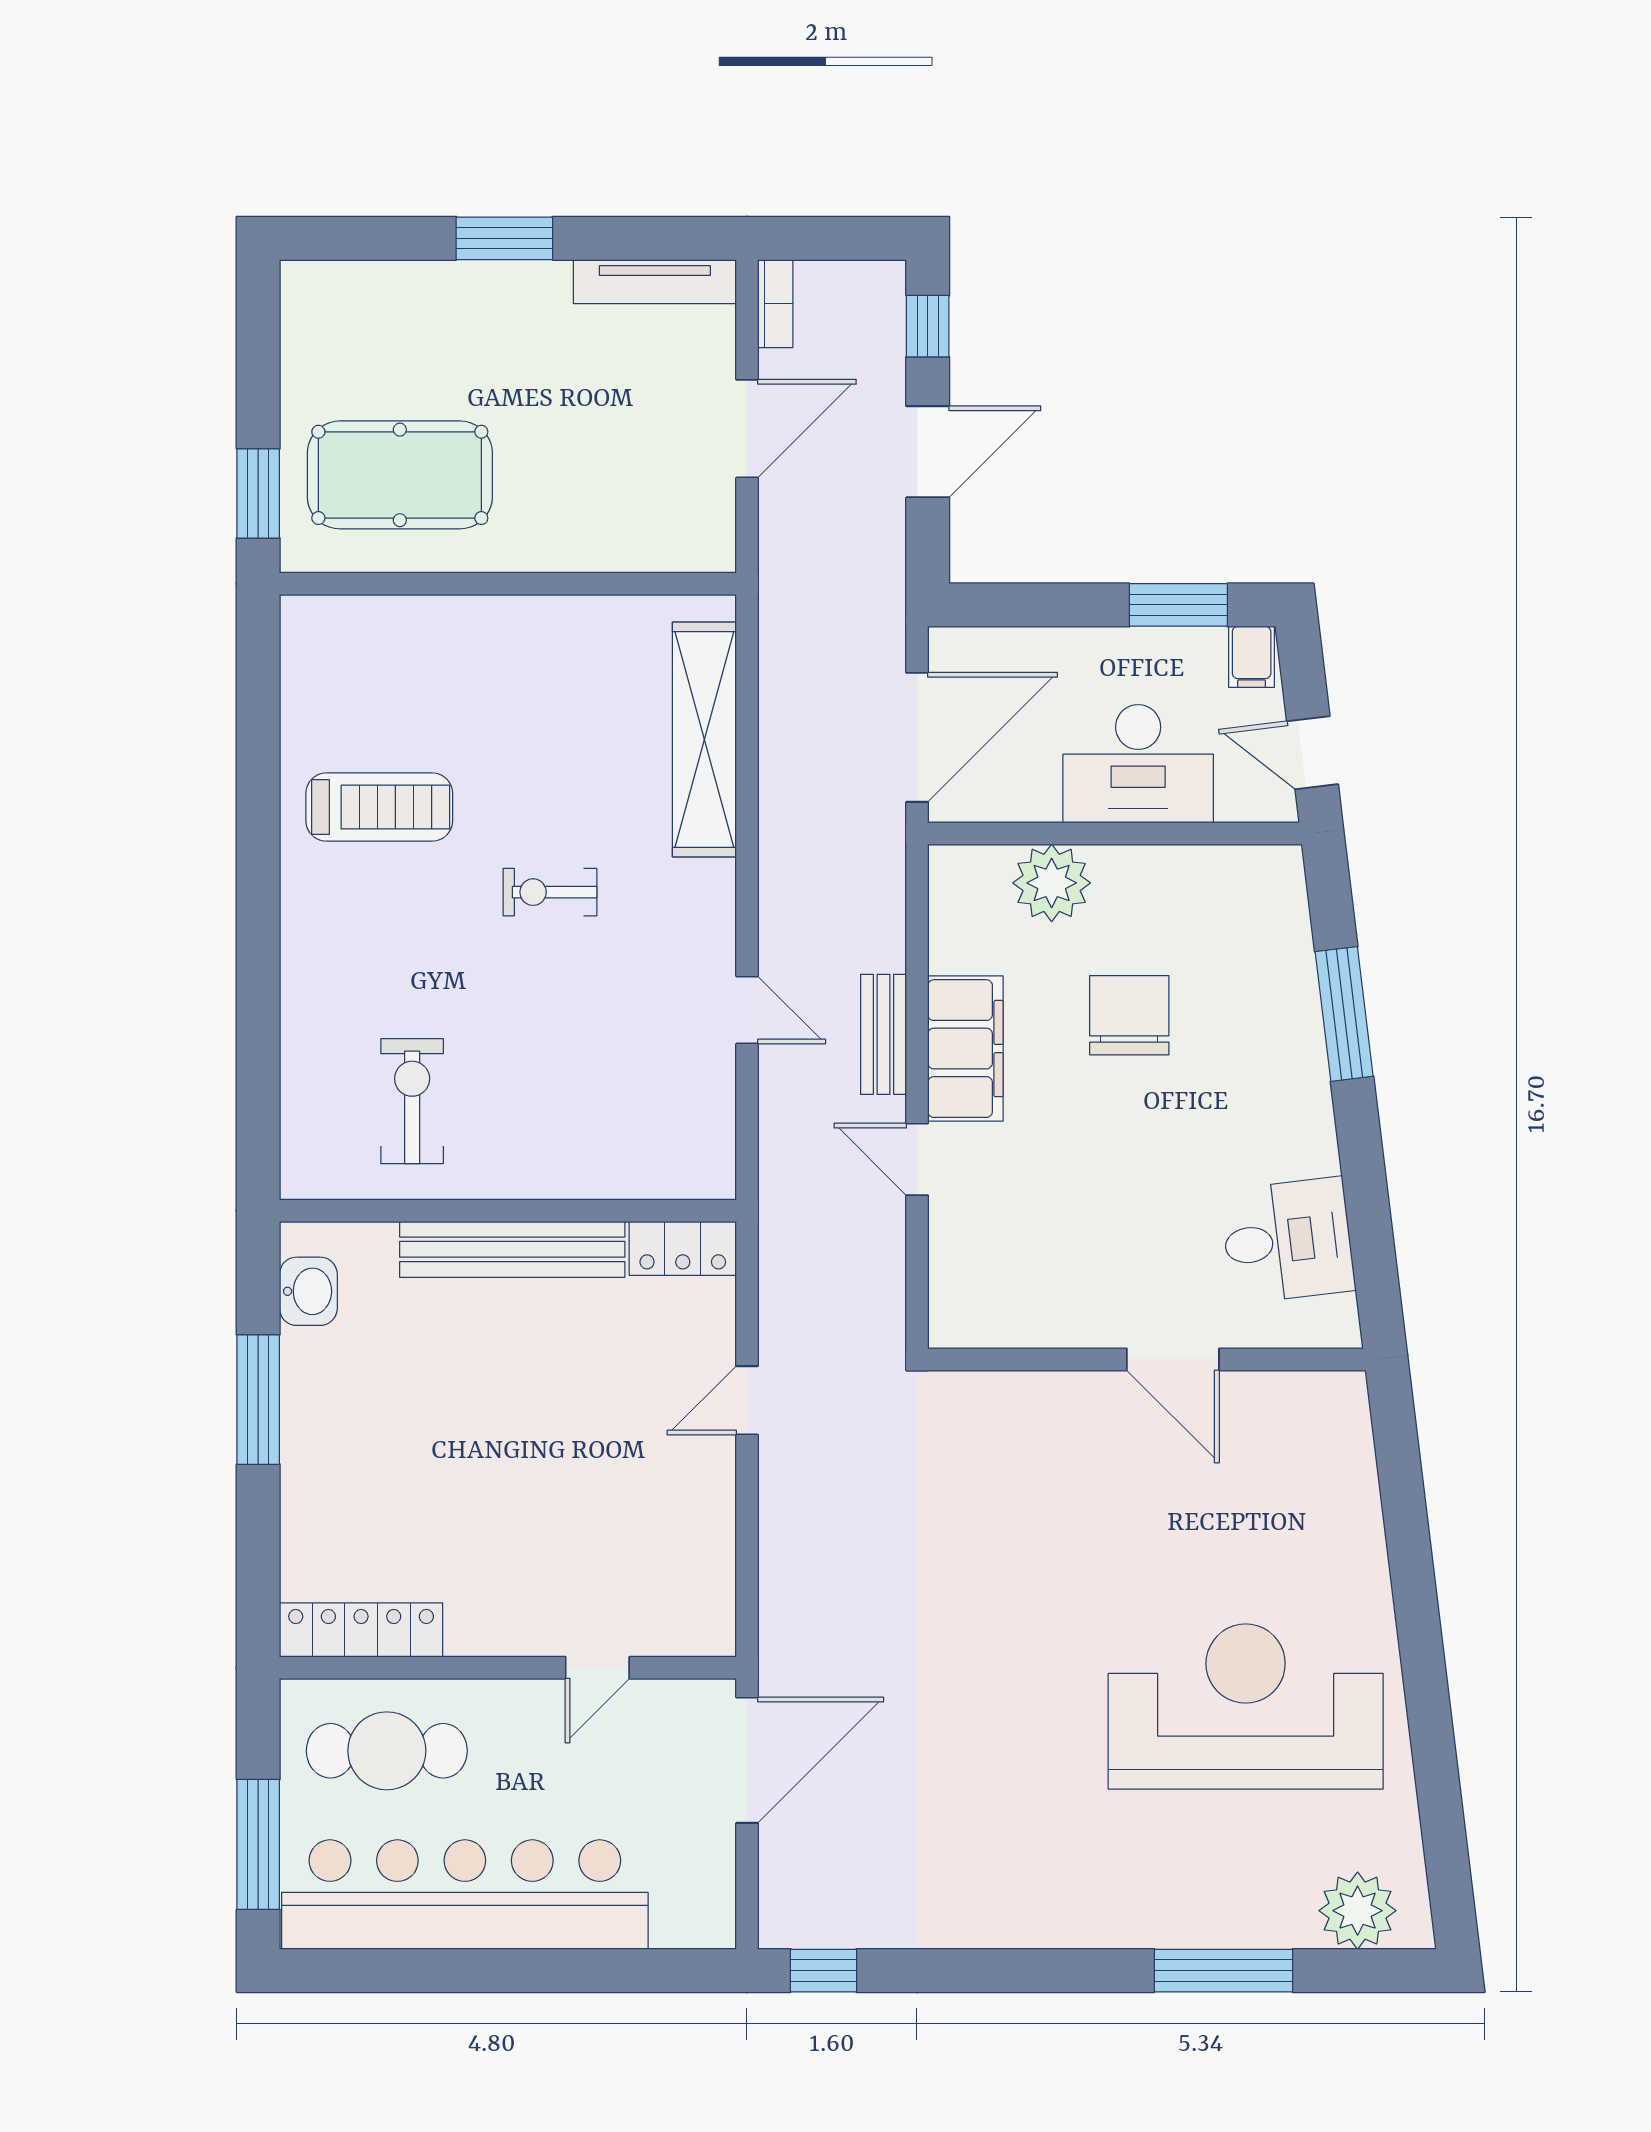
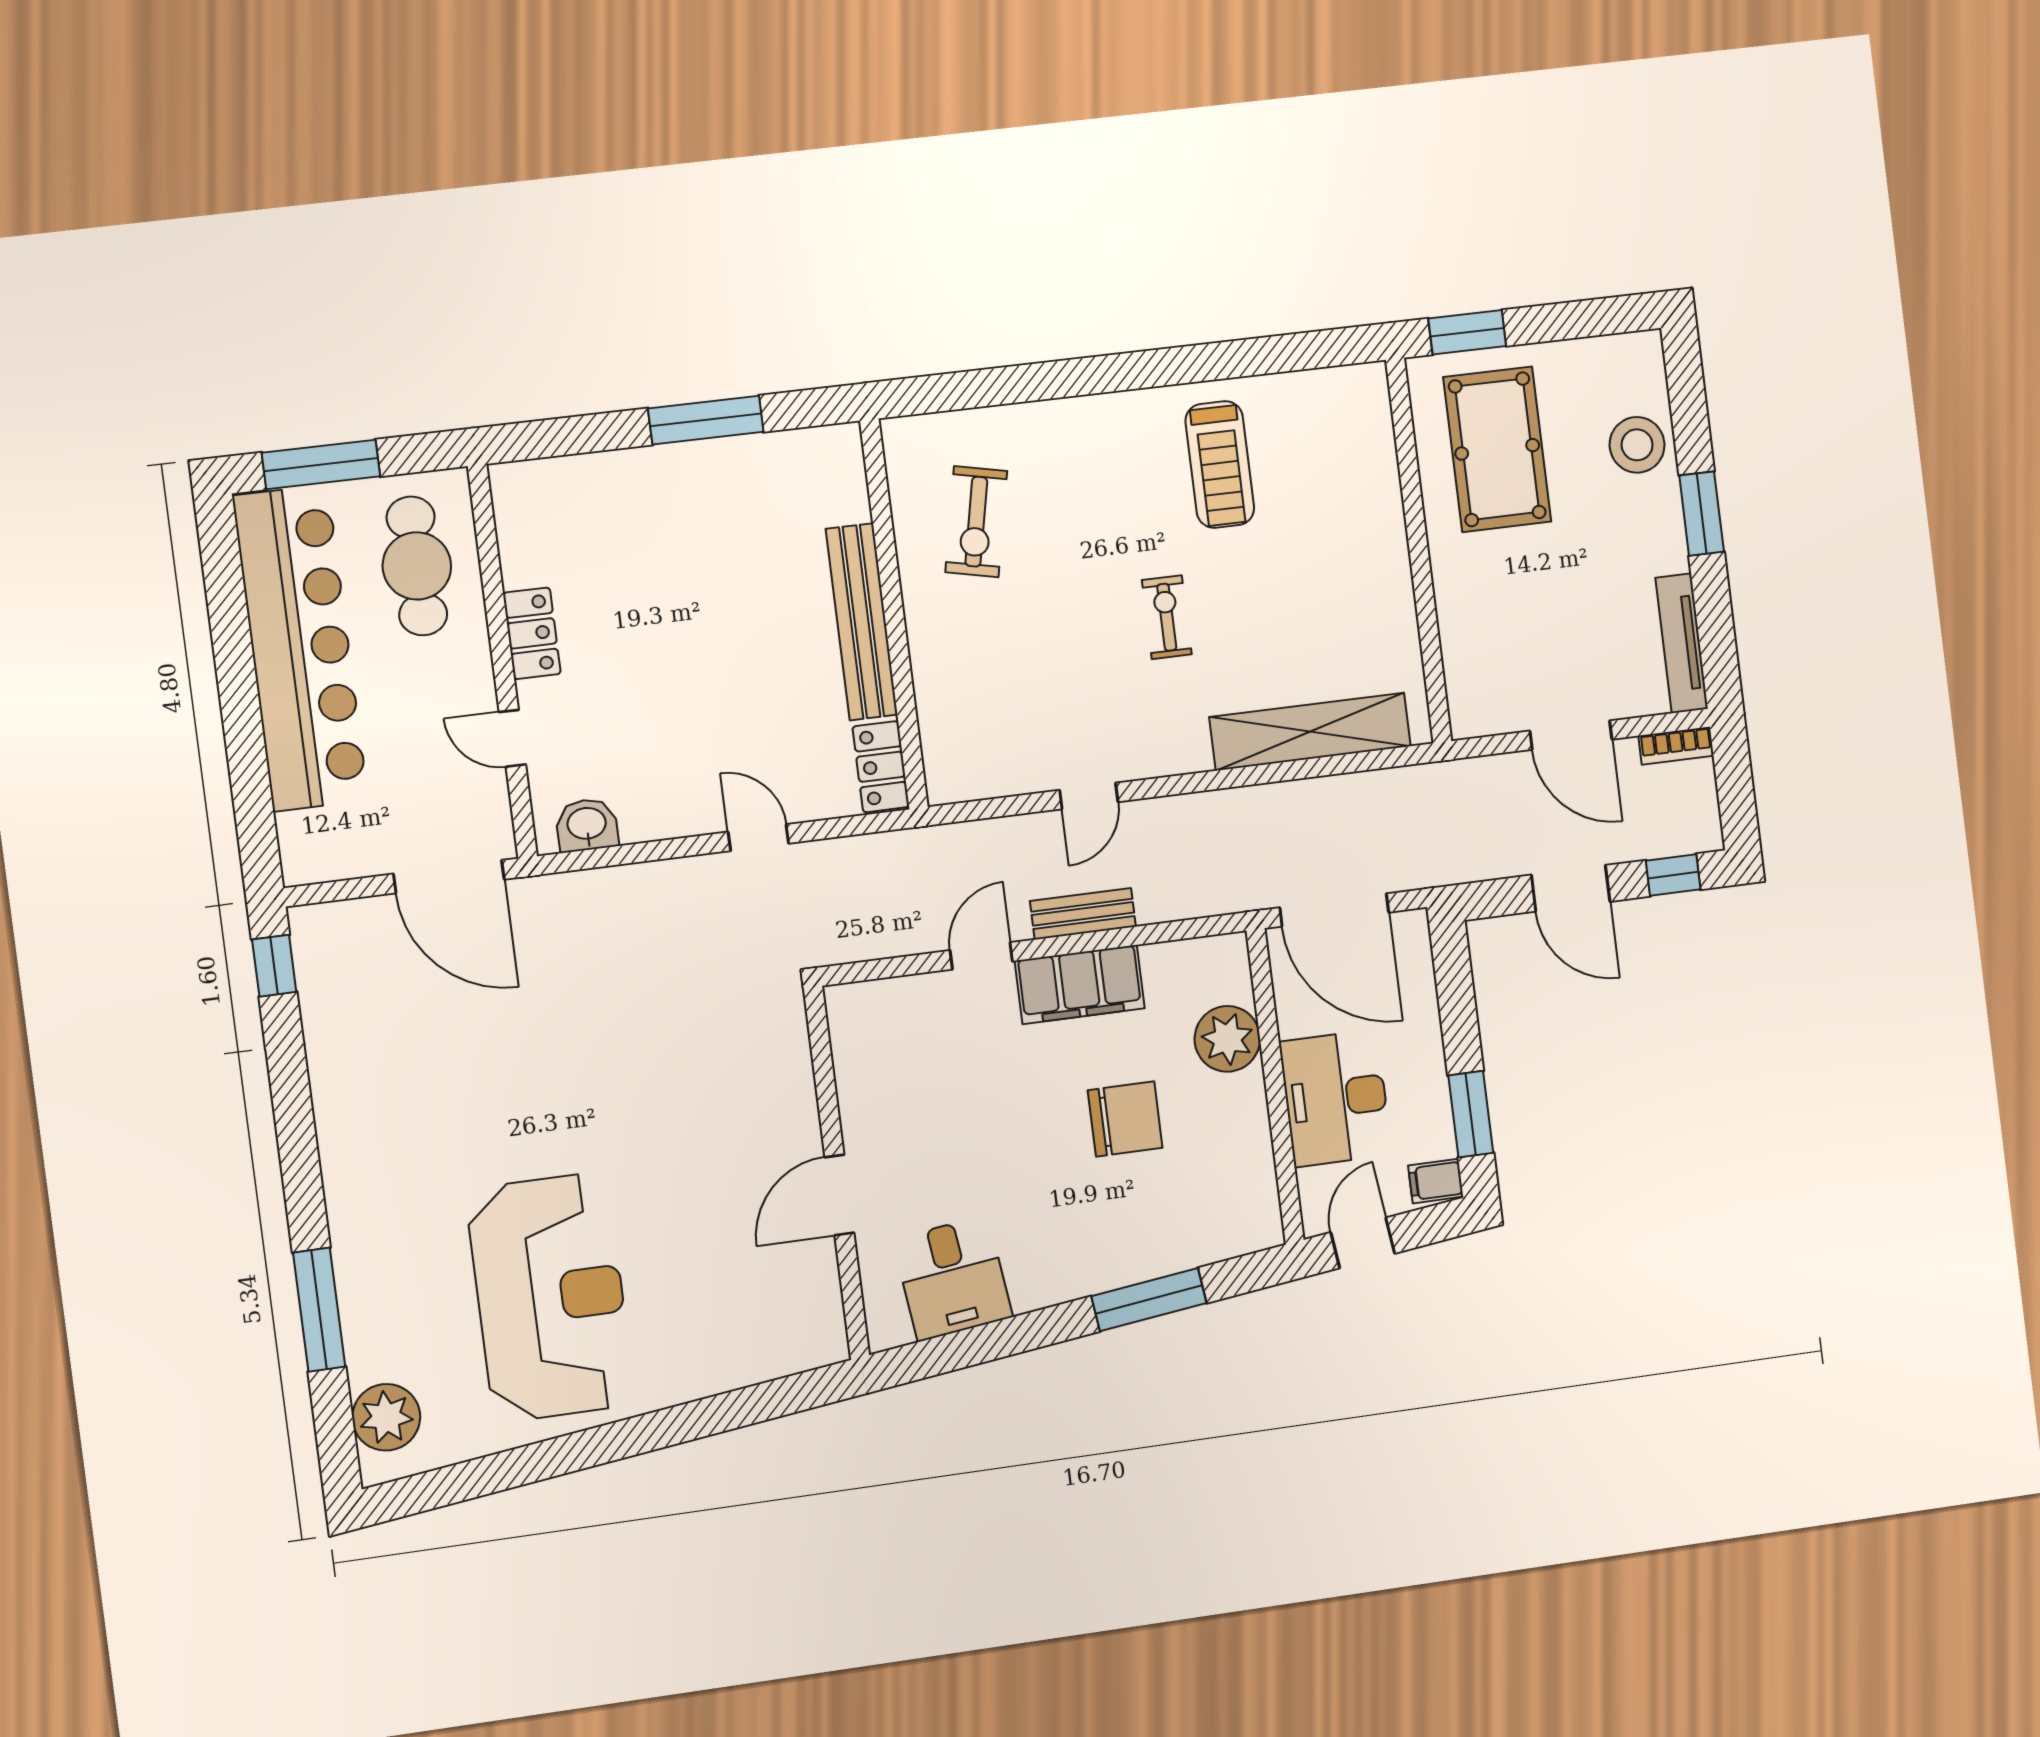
stool: (414, 306) -> (1637, 445), added
exercise bike: (412, 1101) -> (976, 522), turned 102
washbasin: (308, 1291) -> (587, 825), moved, turned 180
locker: (361, 1630) -> (532, 633), moved, width x0.66

